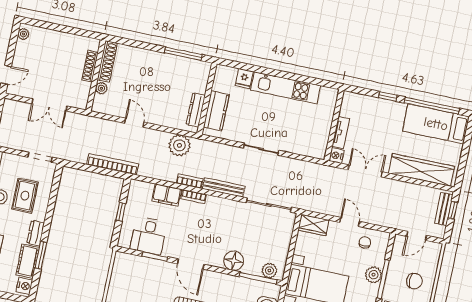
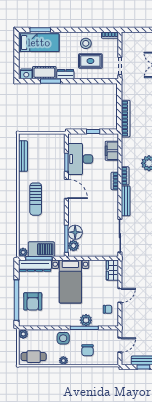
filing cabinet: (167, 195) -> (112, 151), moved
desk: (149, 236) -> (80, 159), width x1.37
door: (416, 236) -> (120, 345), swing flipped
floor lamp: (234, 261) -> (75, 232), moved
door: (191, 264) -> (66, 189), swing flipped

